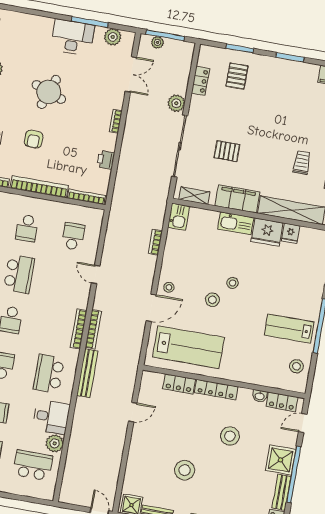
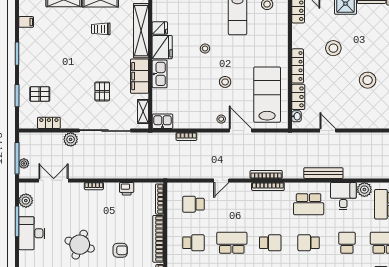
stool: (233, 283) -> (205, 49), moved
bench: (87, 373) -> (323, 173), moved
washbasin: (260, 396) -> (297, 116), moved

